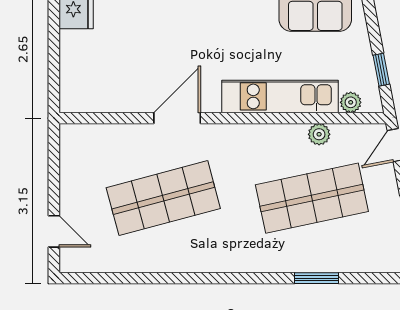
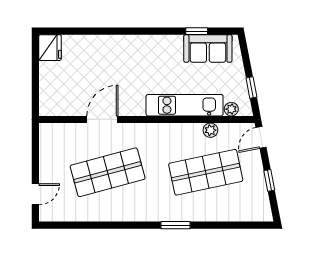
door: (177, 118) -> (102, 119), moved
door: (54, 231) -> (35, 194), hinge flipped
window: (317, 278) -> (176, 225), moved

